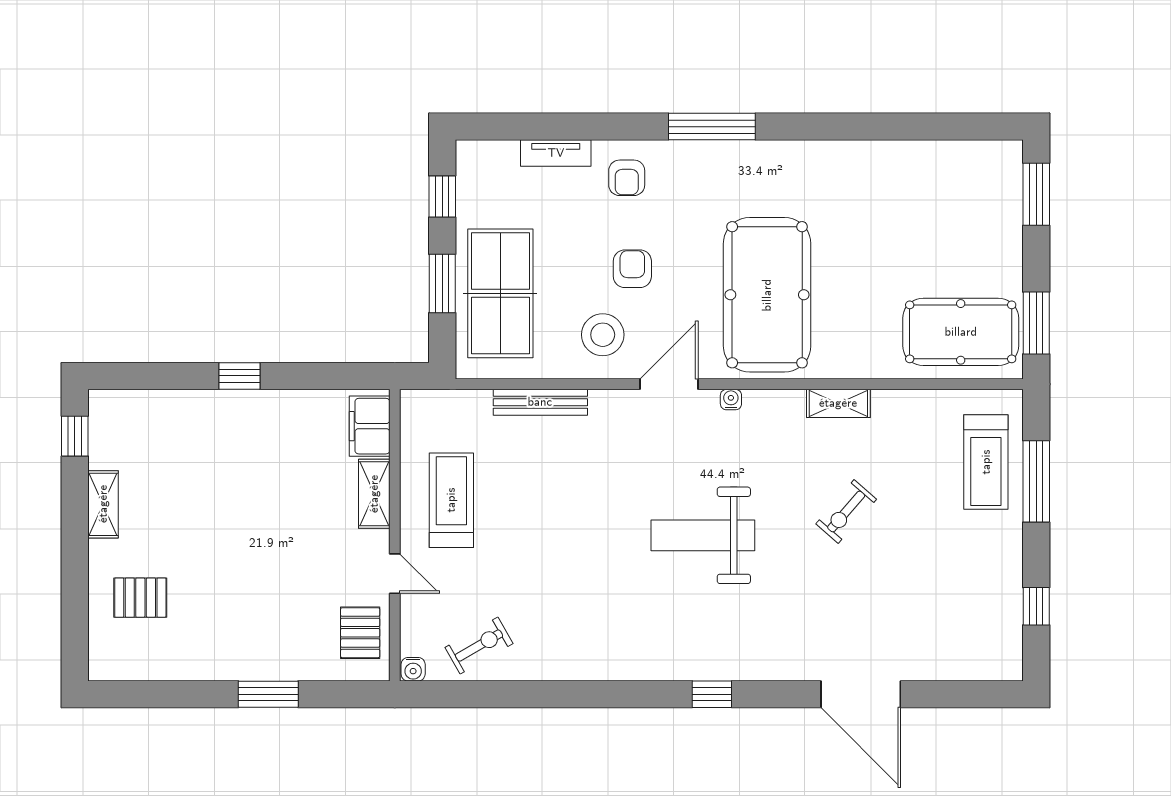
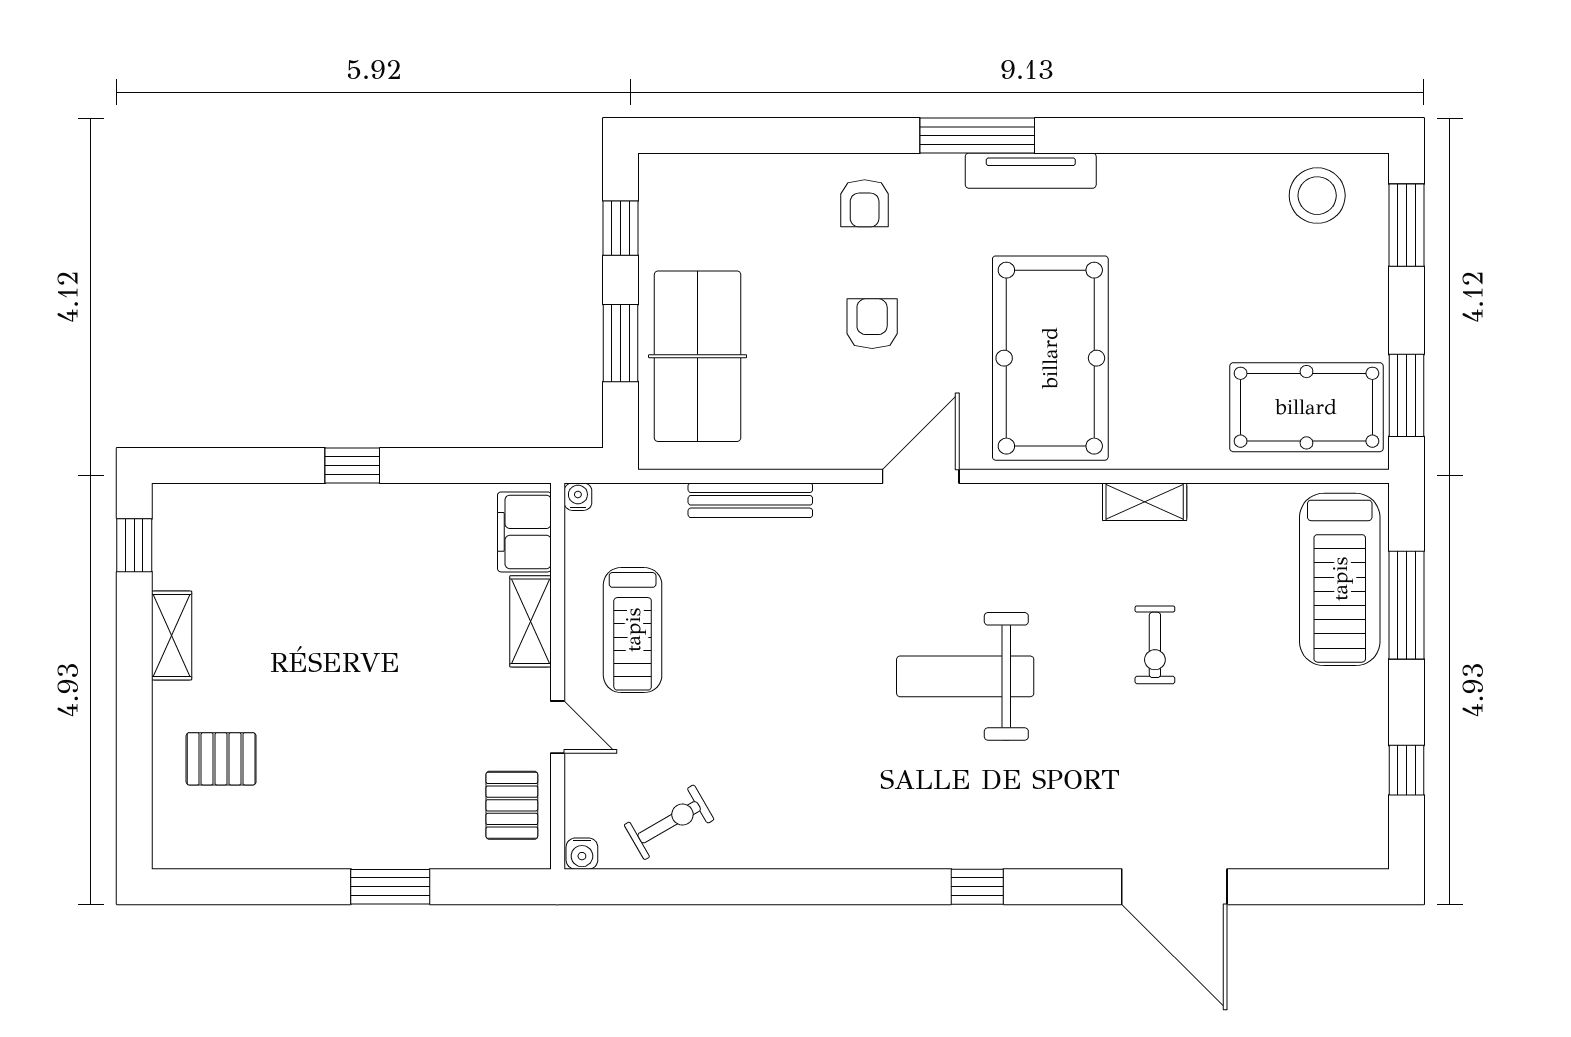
tv unit: (556, 153) -> (1031, 171), moved, width x1.41
stool: (603, 335) -> (1317, 196), moved
water cooler: (731, 400) -> (578, 497), moved
treadmill: (986, 462) -> (1340, 579), width x1.37, depth x1.38
treadmill: (451, 500) -> (633, 630), turned 180
exercise bike: (846, 512) -> (1155, 645), turned -41

